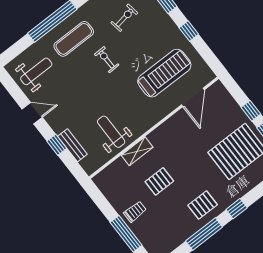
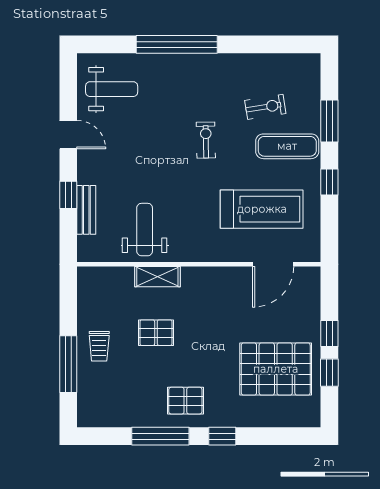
exercise mat: (74, 39) -> (287, 146), moved
trolley: (135, 212) -> (99, 346), turned 90

